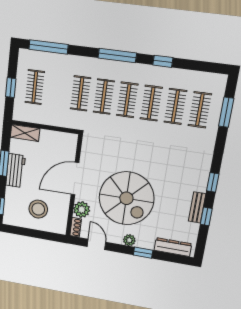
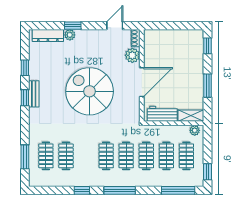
window: (11, 88) -> (207, 172), moved
clothes rail: (151, 103) -> (166, 156), moved
plant: (22, 115) -> (195, 130), added
workbench: (16, 171) -> (162, 114), moved, turned 90
spiral stairs: (126, 198) -> (90, 91), moved
bench: (197, 207) -> (34, 94), moved
stool: (38, 209) -> (172, 49), removed
plant: (129, 240) -> (70, 35), moved
door: (96, 244) -> (115, 26), swing flipped

